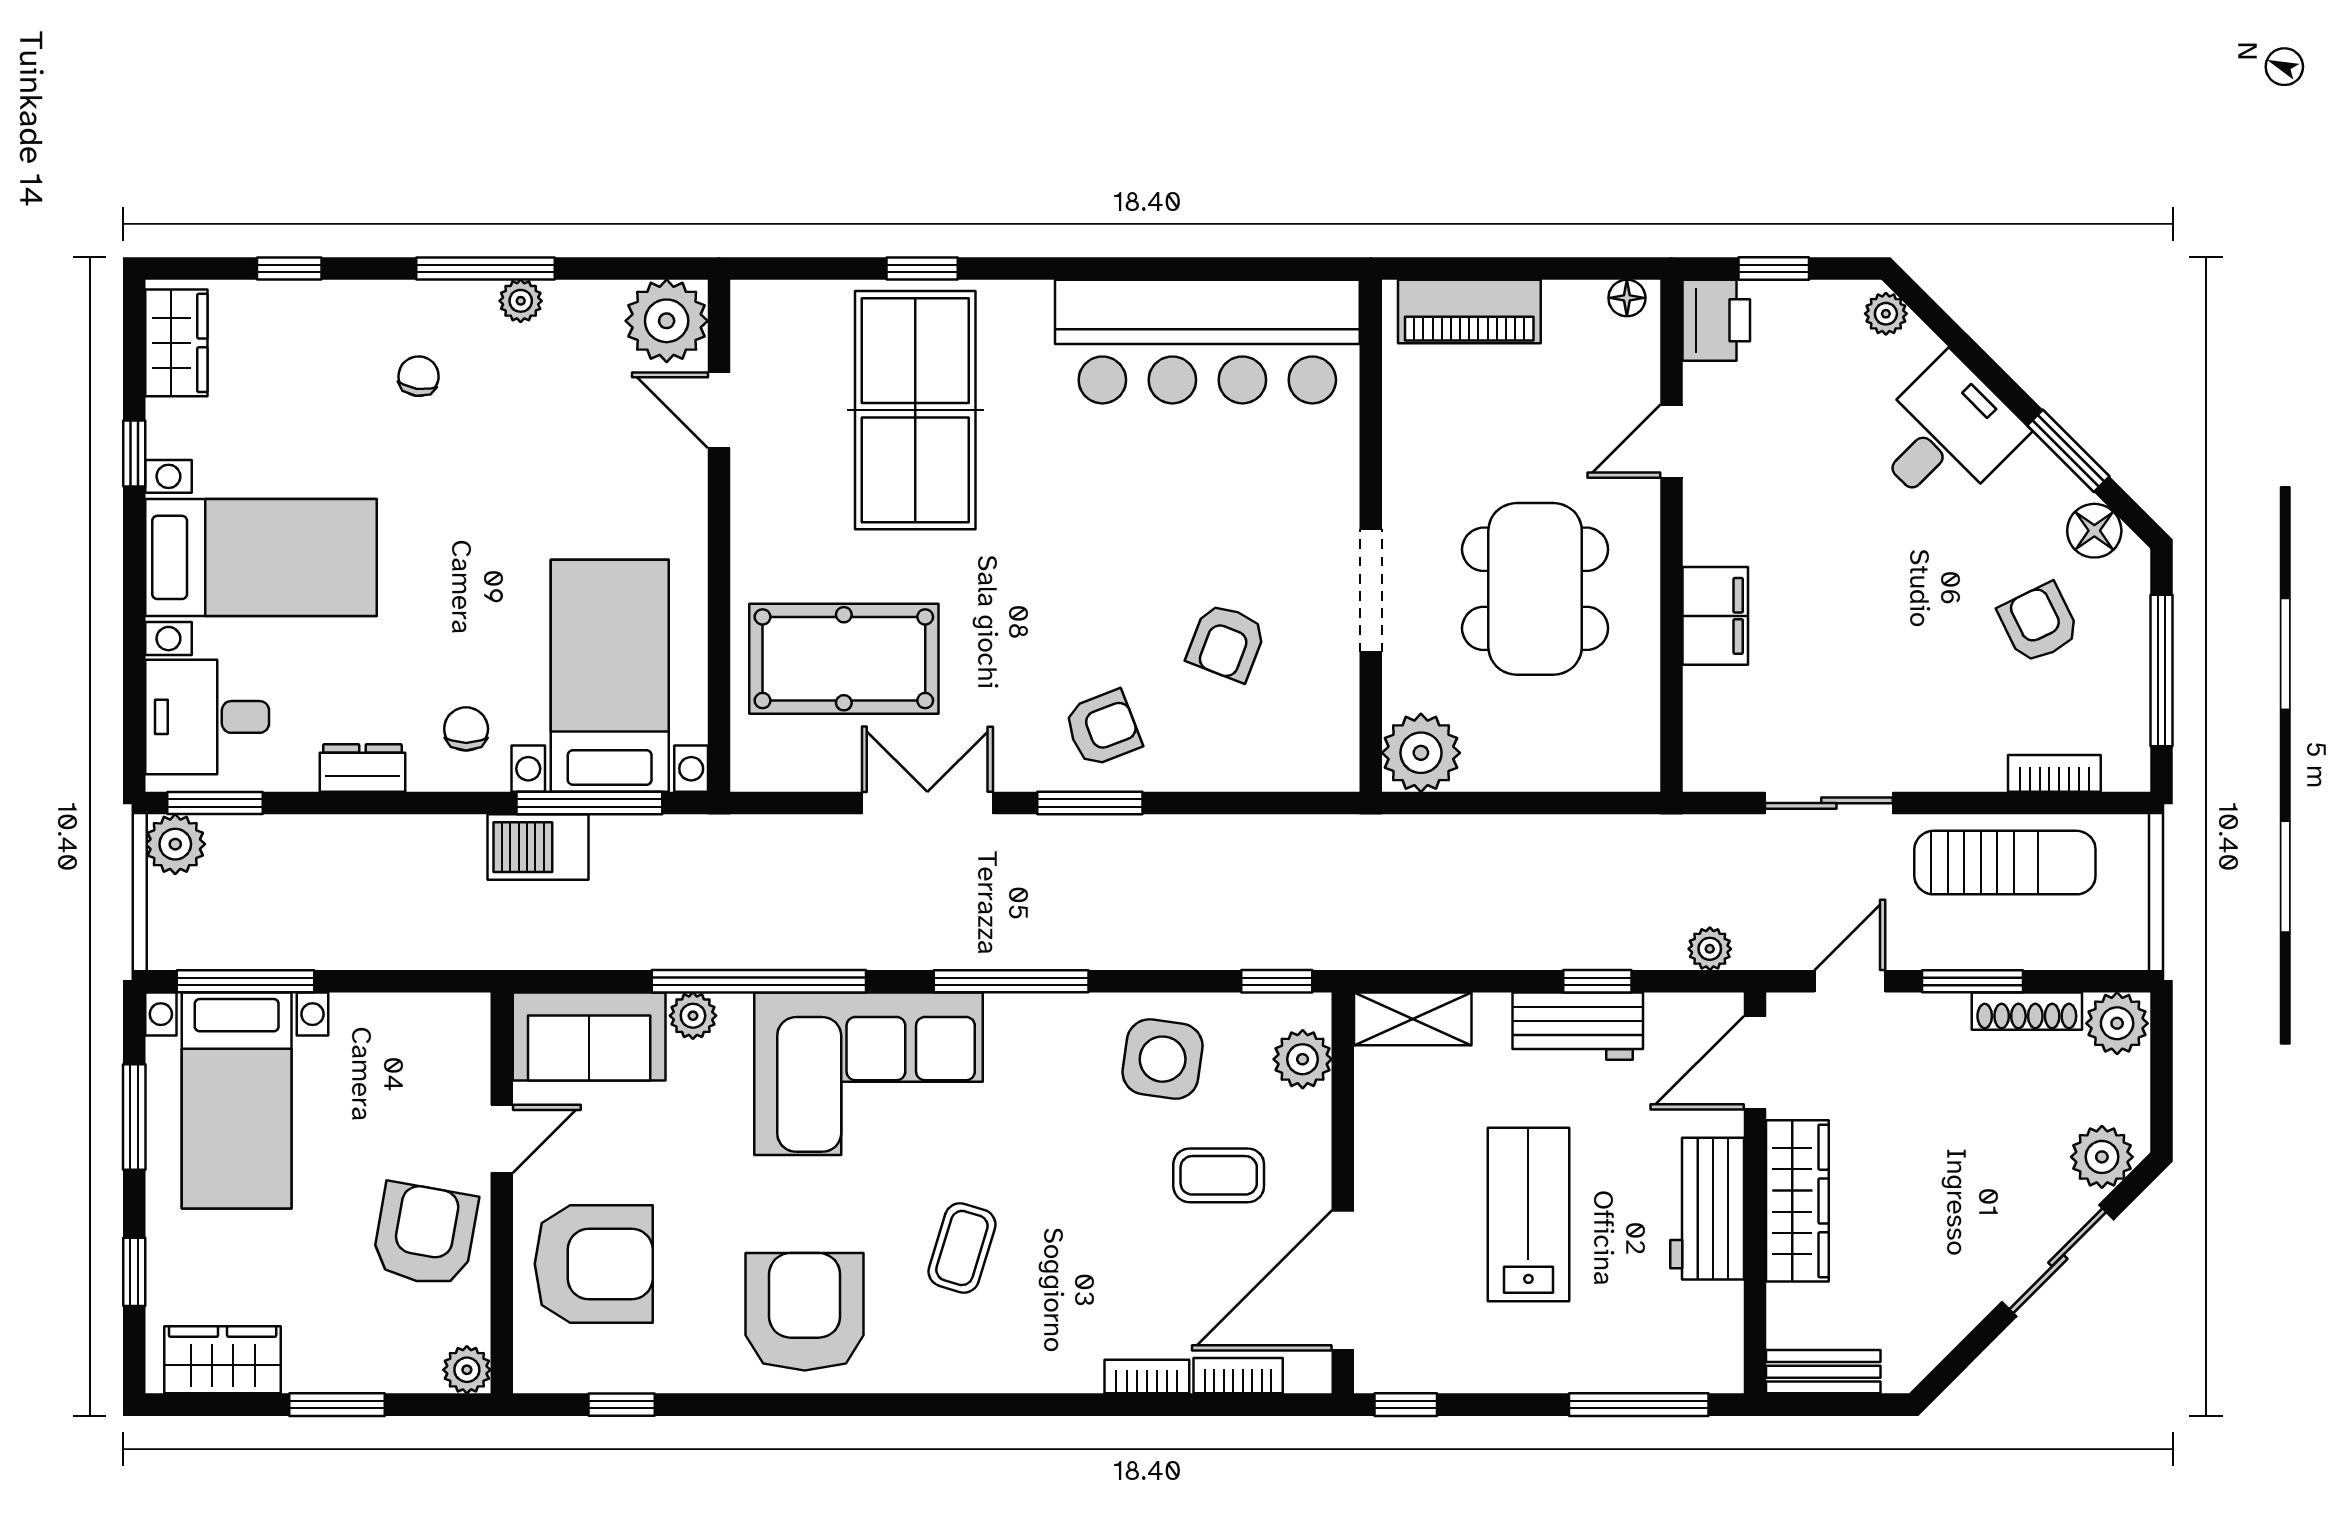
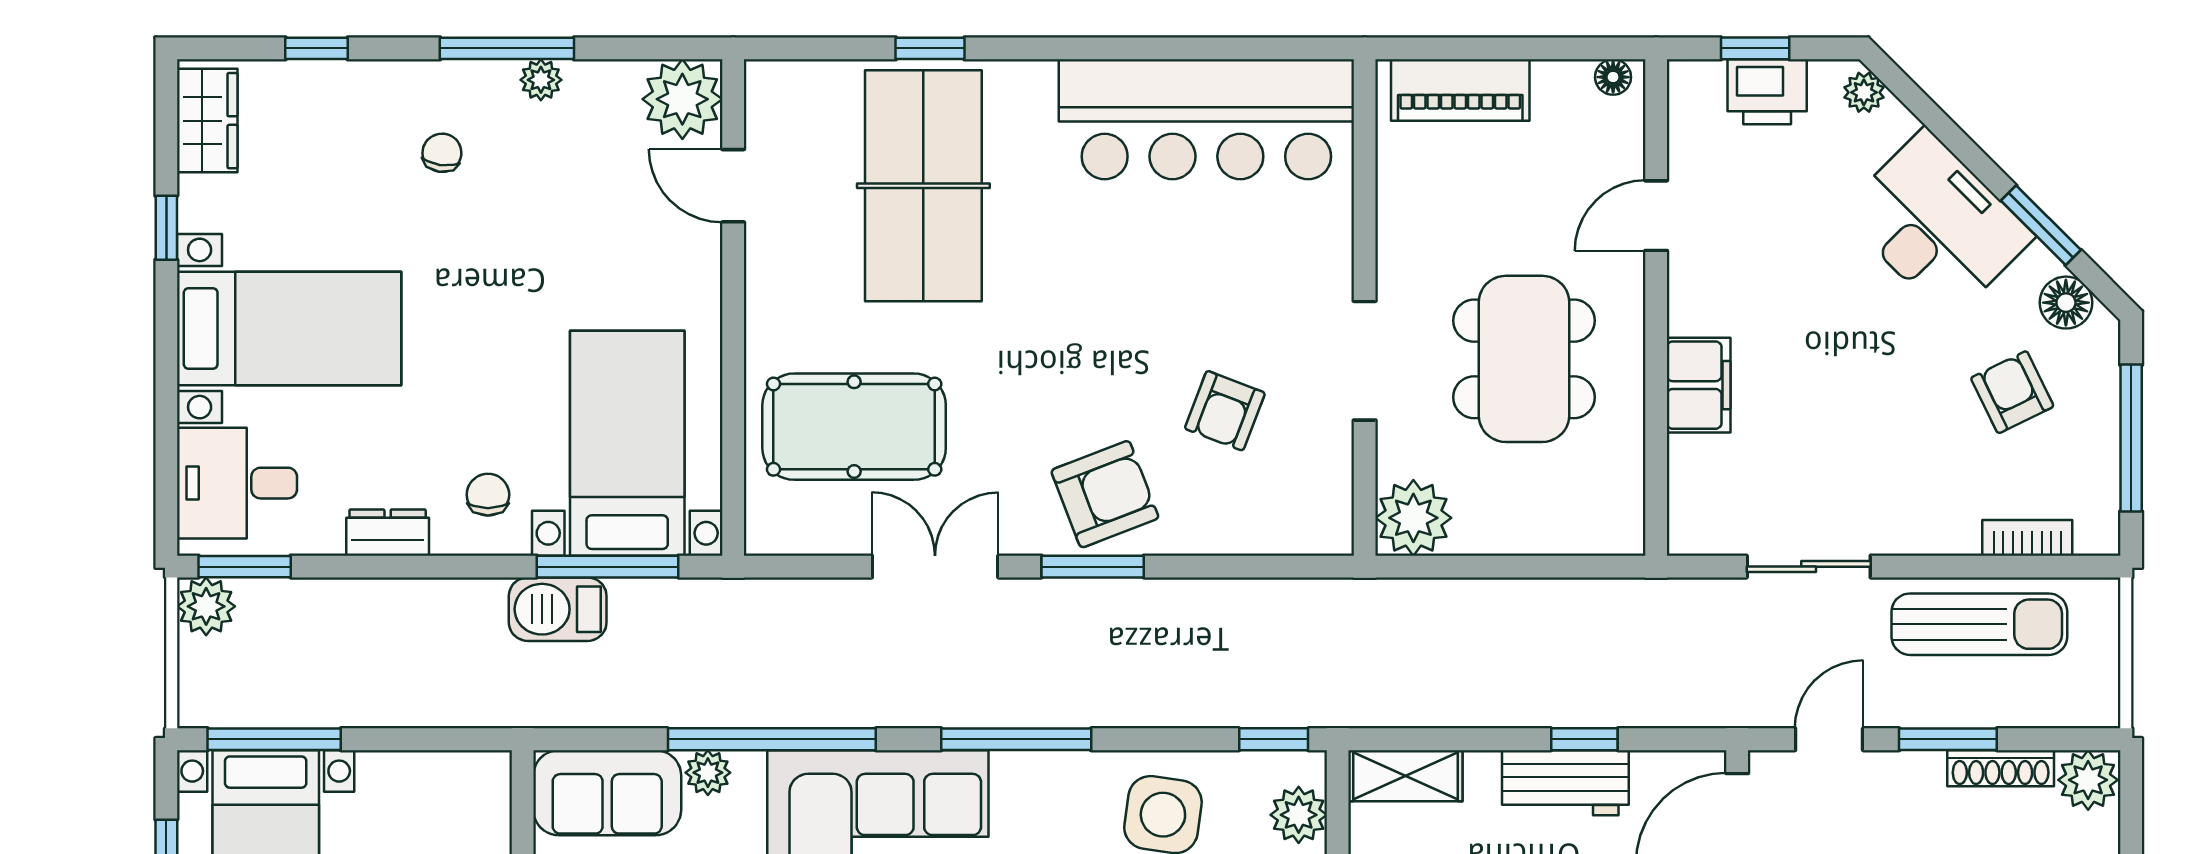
printer: (1716, 320) -> (1767, 92), moved, turned 90
desk: (1946, 434) -> (1937, 224), width x1.37
armchair: (1103, 728) -> (1105, 494), width x1.38, depth x1.38
plant: (1710, 949) -> (1693, 708), removed

